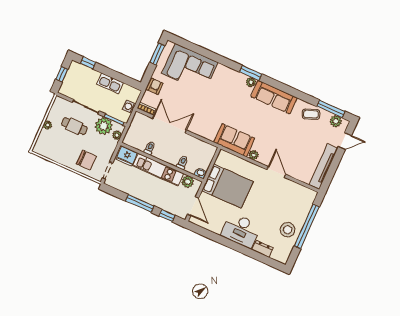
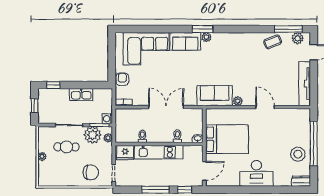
window: (157, 54) -> (112, 49), removed
sofa: (274, 97) -> (185, 41), moved, width x0.73
washing machine: (129, 107) -> (107, 119), moved
double door: (170, 124) -> (166, 107), moved
plant: (188, 182) -> (190, 151), removed
door: (193, 206) -> (204, 171), hinge flipped
dresser: (263, 249) -> (301, 181), moved

